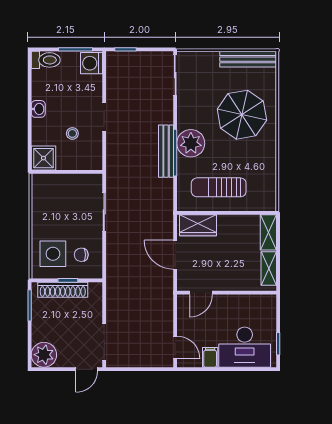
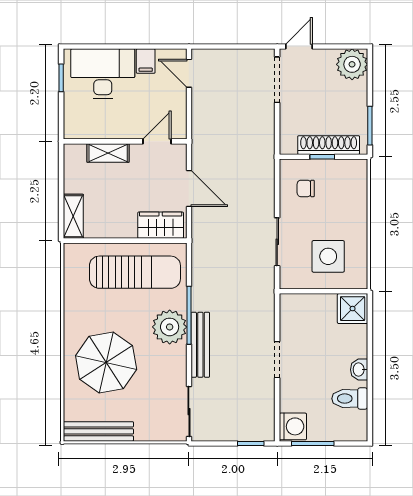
toilet: (46, 60) -> (350, 399), moved
stool: (72, 133) -> (317, 339), removed
bench: (166, 151) -> (200, 345), moved
sun lounger: (219, 187) -> (135, 272), width x1.36, depth x1.34
side table: (53, 254) -> (328, 256), moved
chair: (81, 255) -> (306, 188), turned 180
shelving: (269, 269) -> (108, 153), moved, turned 90

